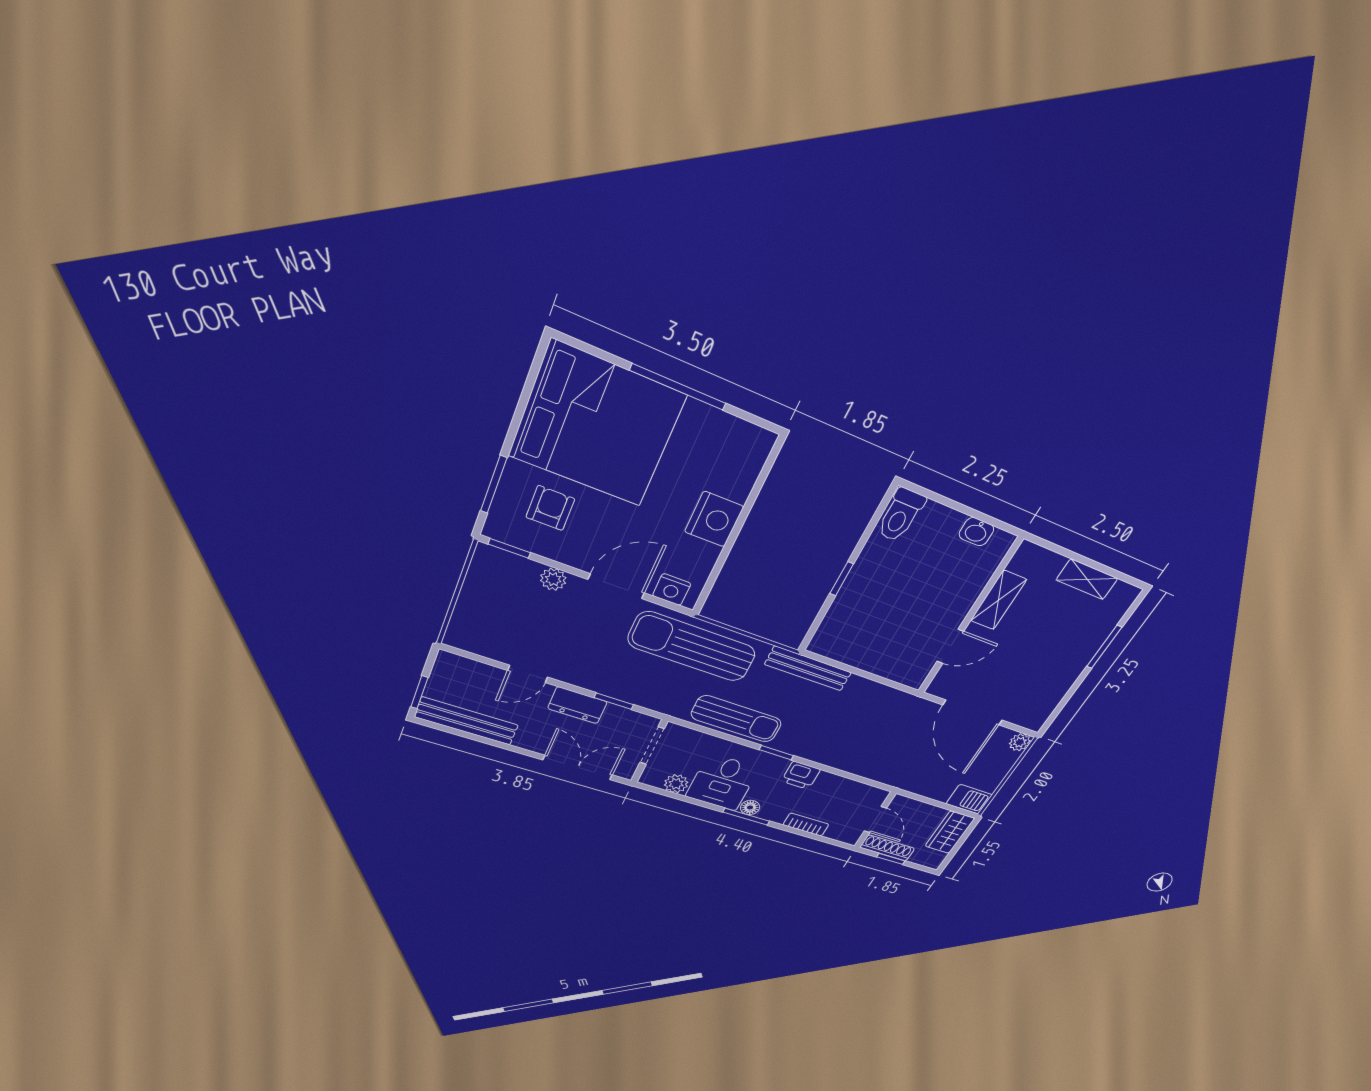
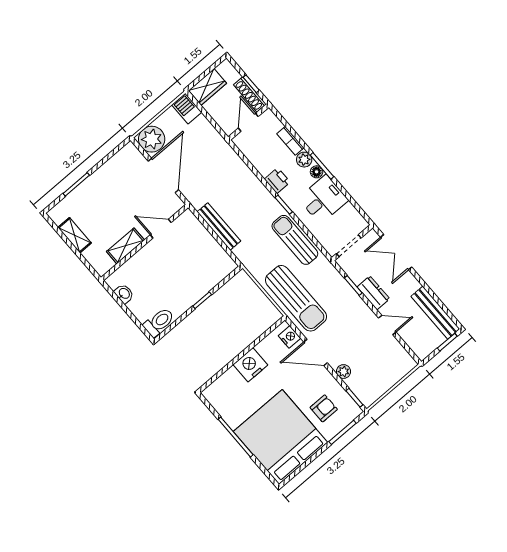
armchair: (550, 508) -> (324, 408), turned 180
bench: (808, 668) -> (219, 226), moved
plant: (1020, 742) -> (152, 139), width x1.88, depth x1.88
plant: (676, 784) -> (304, 160), moved

